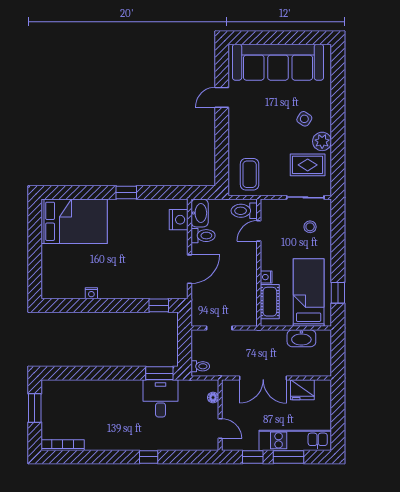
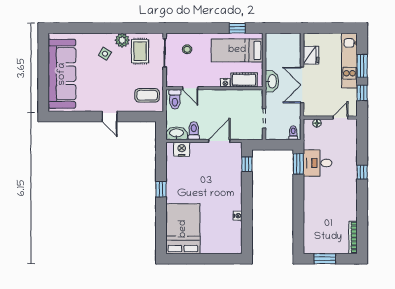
door: (222, 97) -> (110, 116), moved
door: (189, 269) -> (219, 141), hinge flipped
washbasin: (301, 338) -> (272, 81), moved
double door: (263, 378) -> (302, 85), swing flipped

